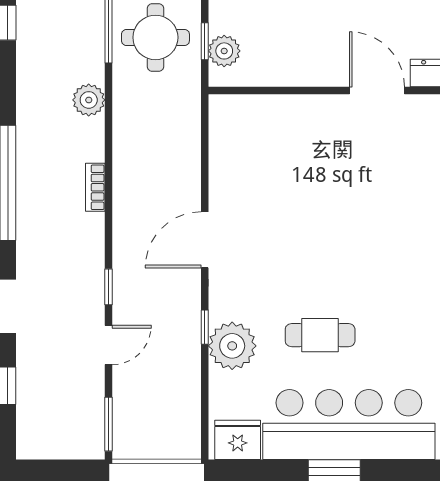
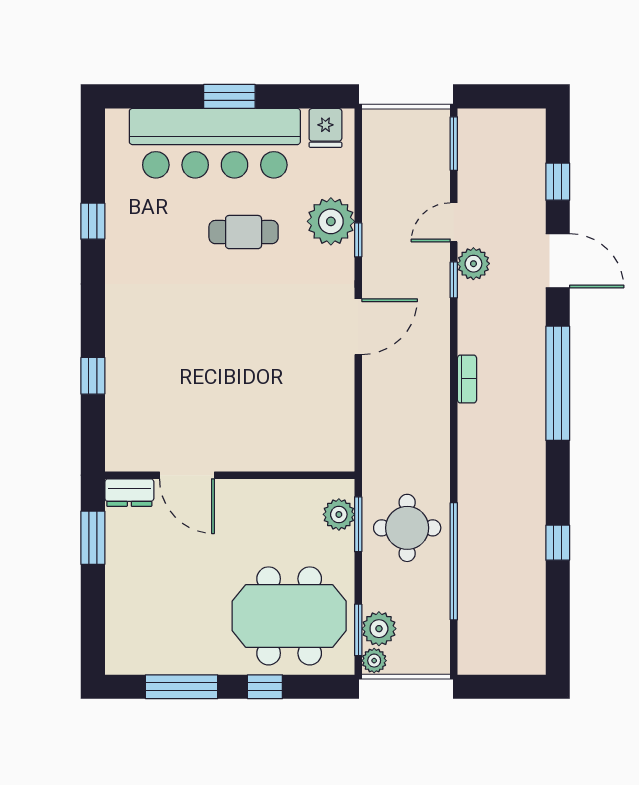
window: (205, 41) -> (358, 524), width x1.50
plant: (89, 100) -> (473, 264), moved
fridge: (238, 440) -> (325, 128), width x0.72

